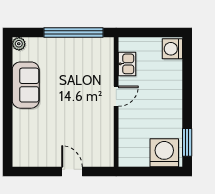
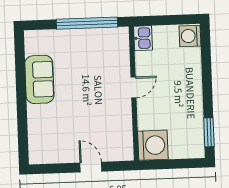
plant: (19, 44) -> (31, 37), removed
kitchen sink: (127, 64) -> (143, 38), moved
washing machine: (164, 153) -> (153, 145), moved, turned 90

